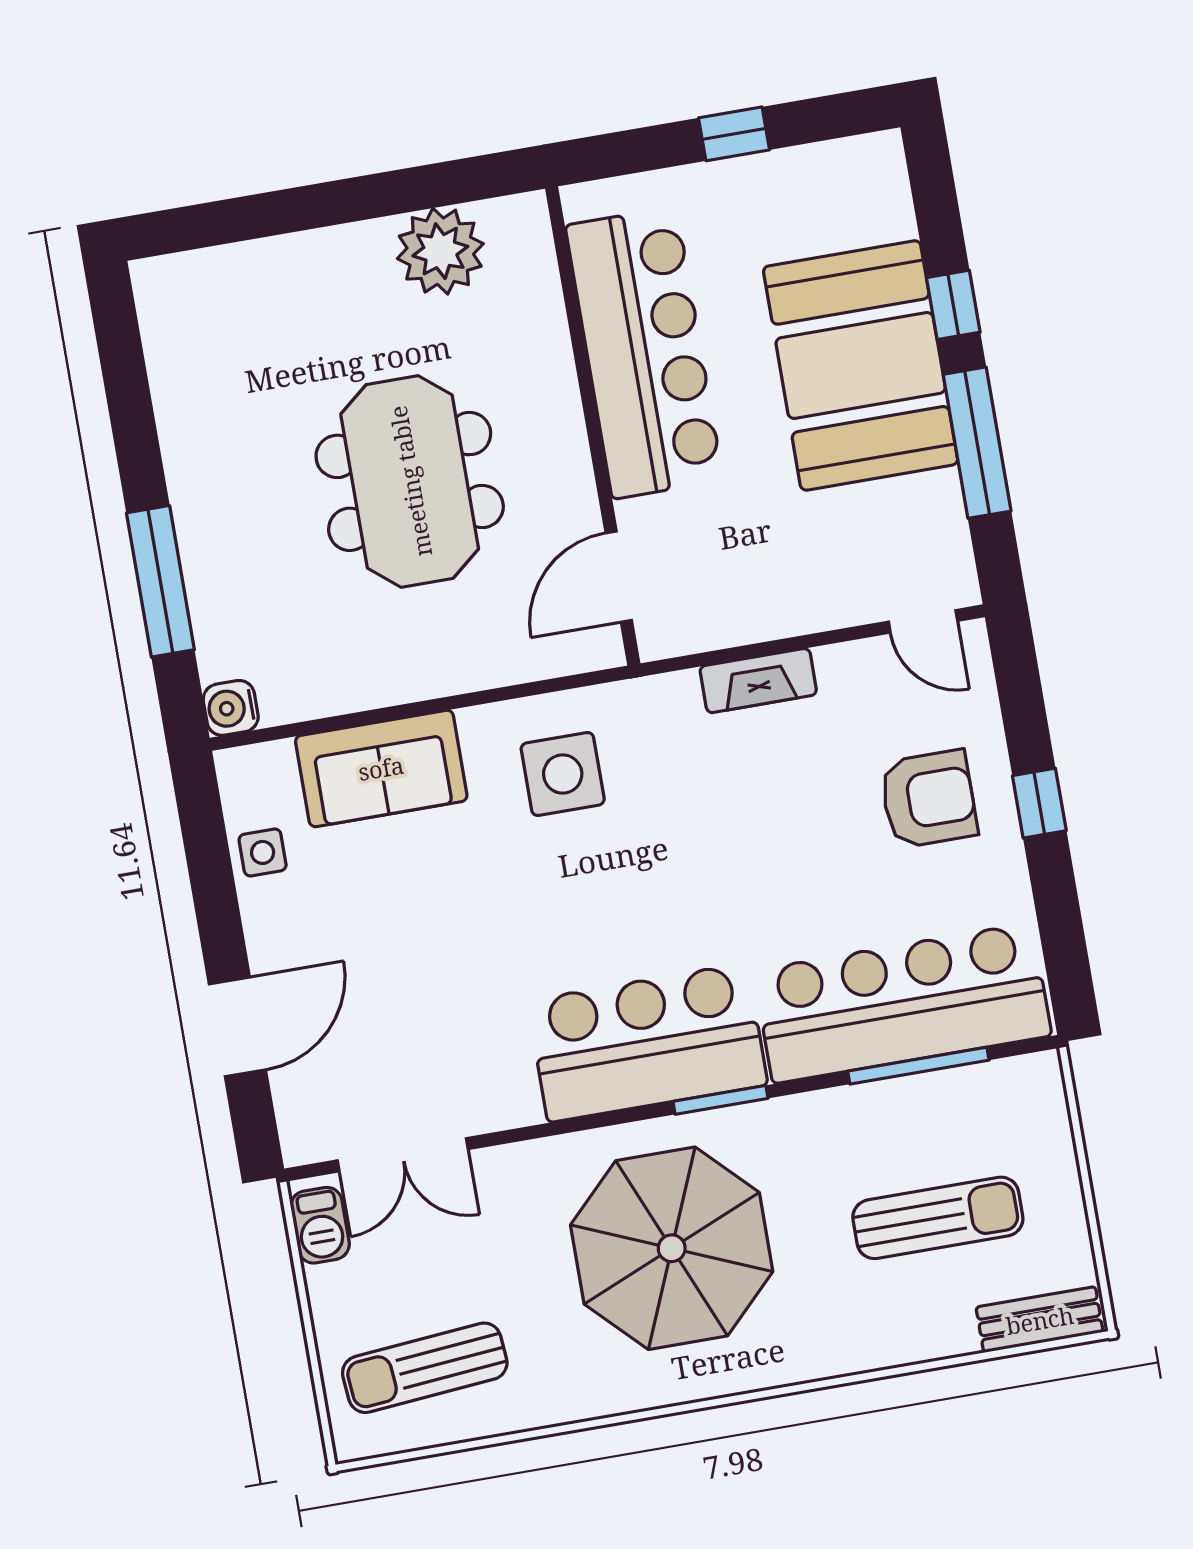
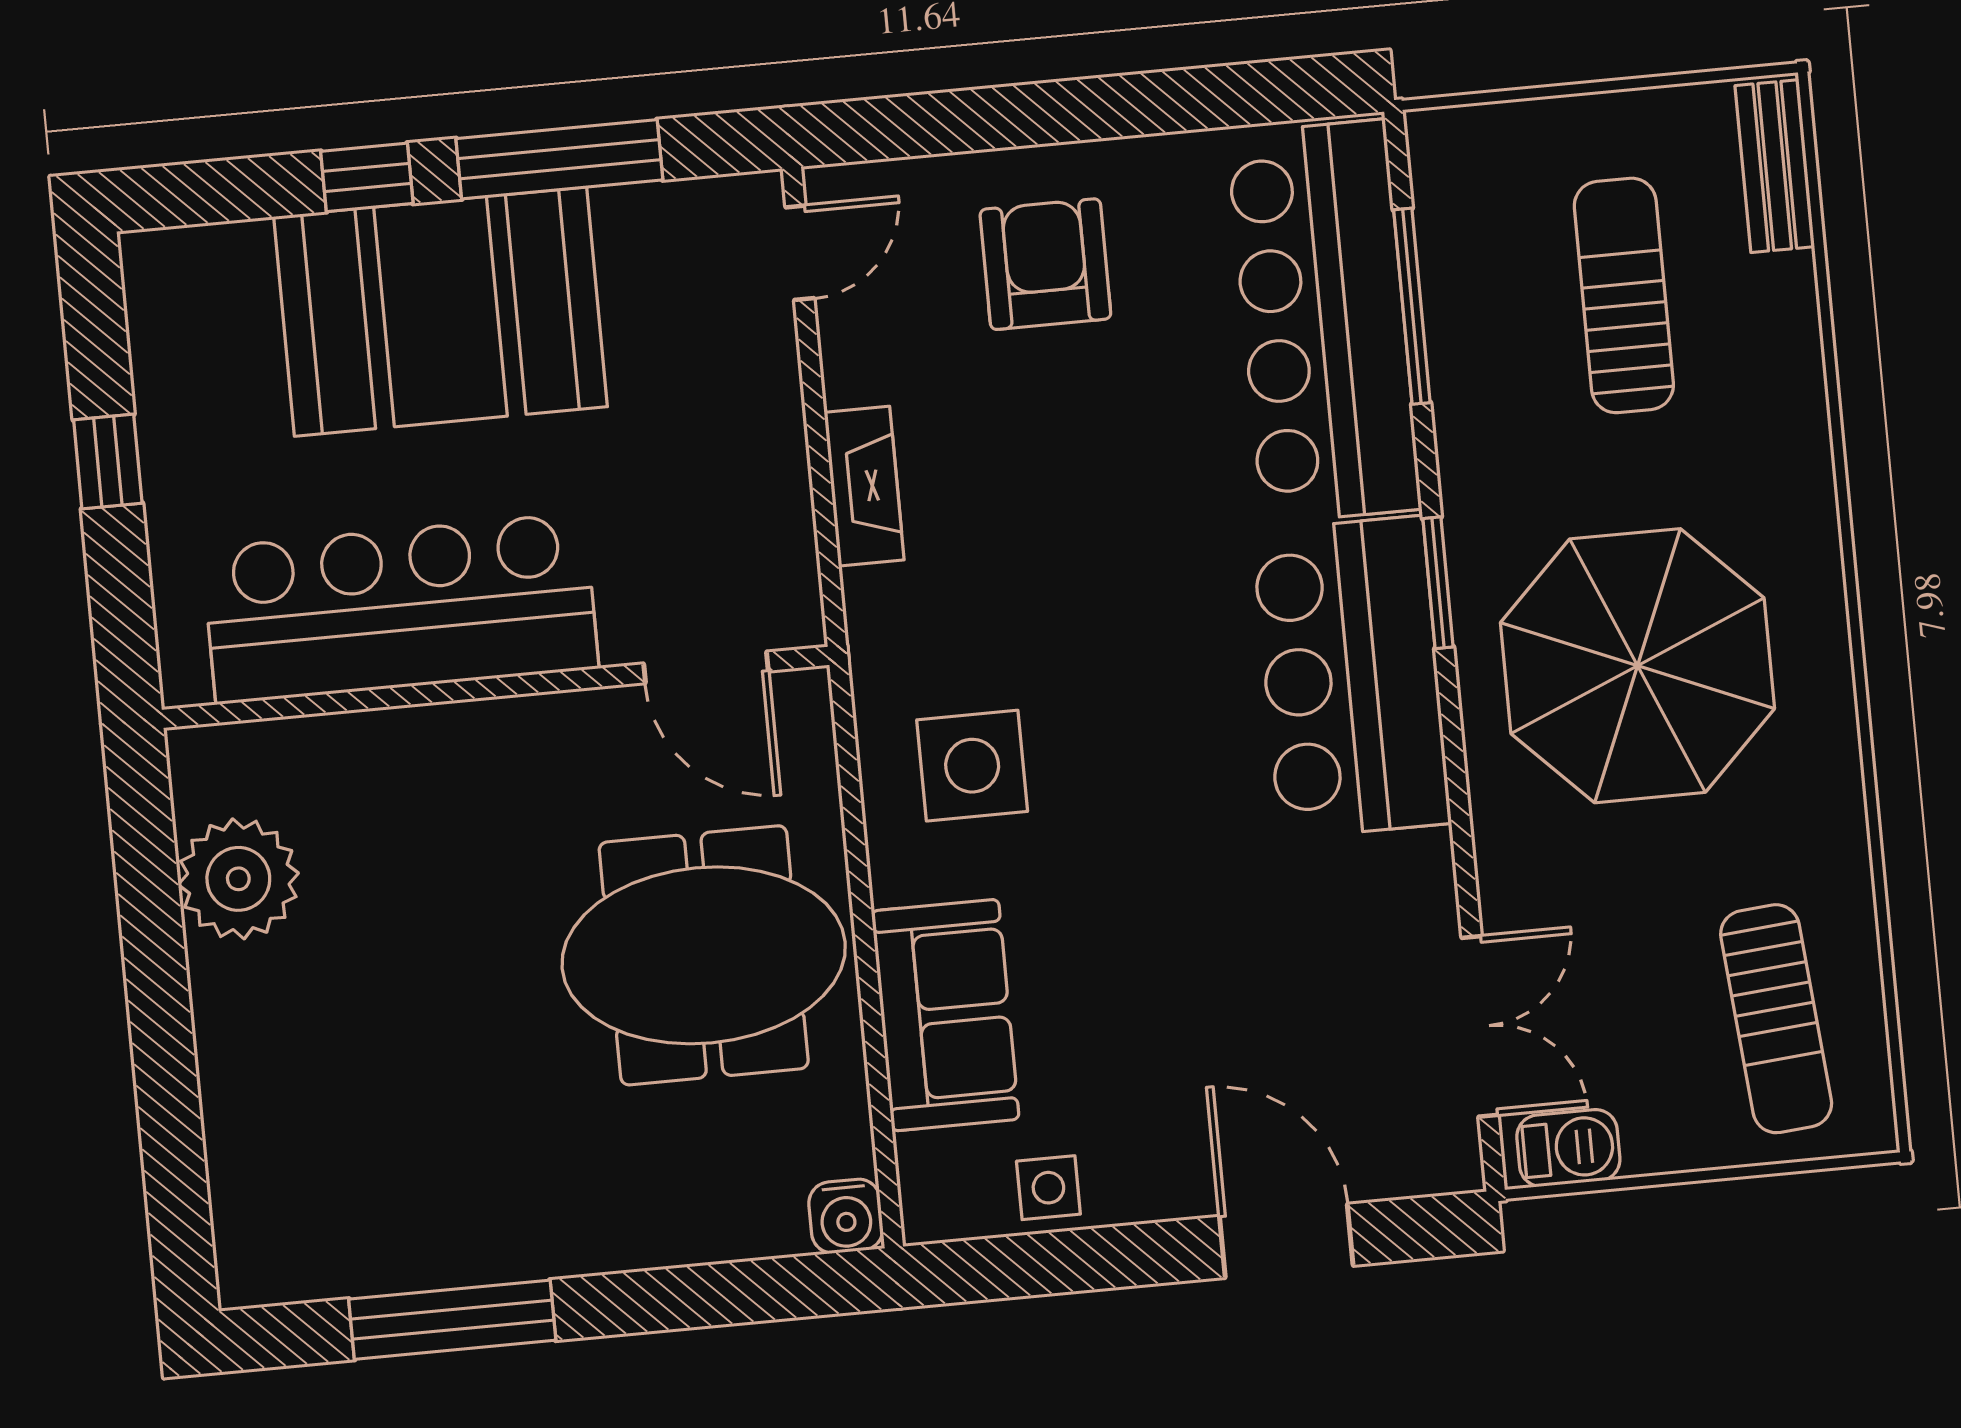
meeting table: (410, 481) -> (704, 955), moved
window: (160, 581) -> (452, 1320), moved
window: (1039, 803) -> (1063, 112), removed

